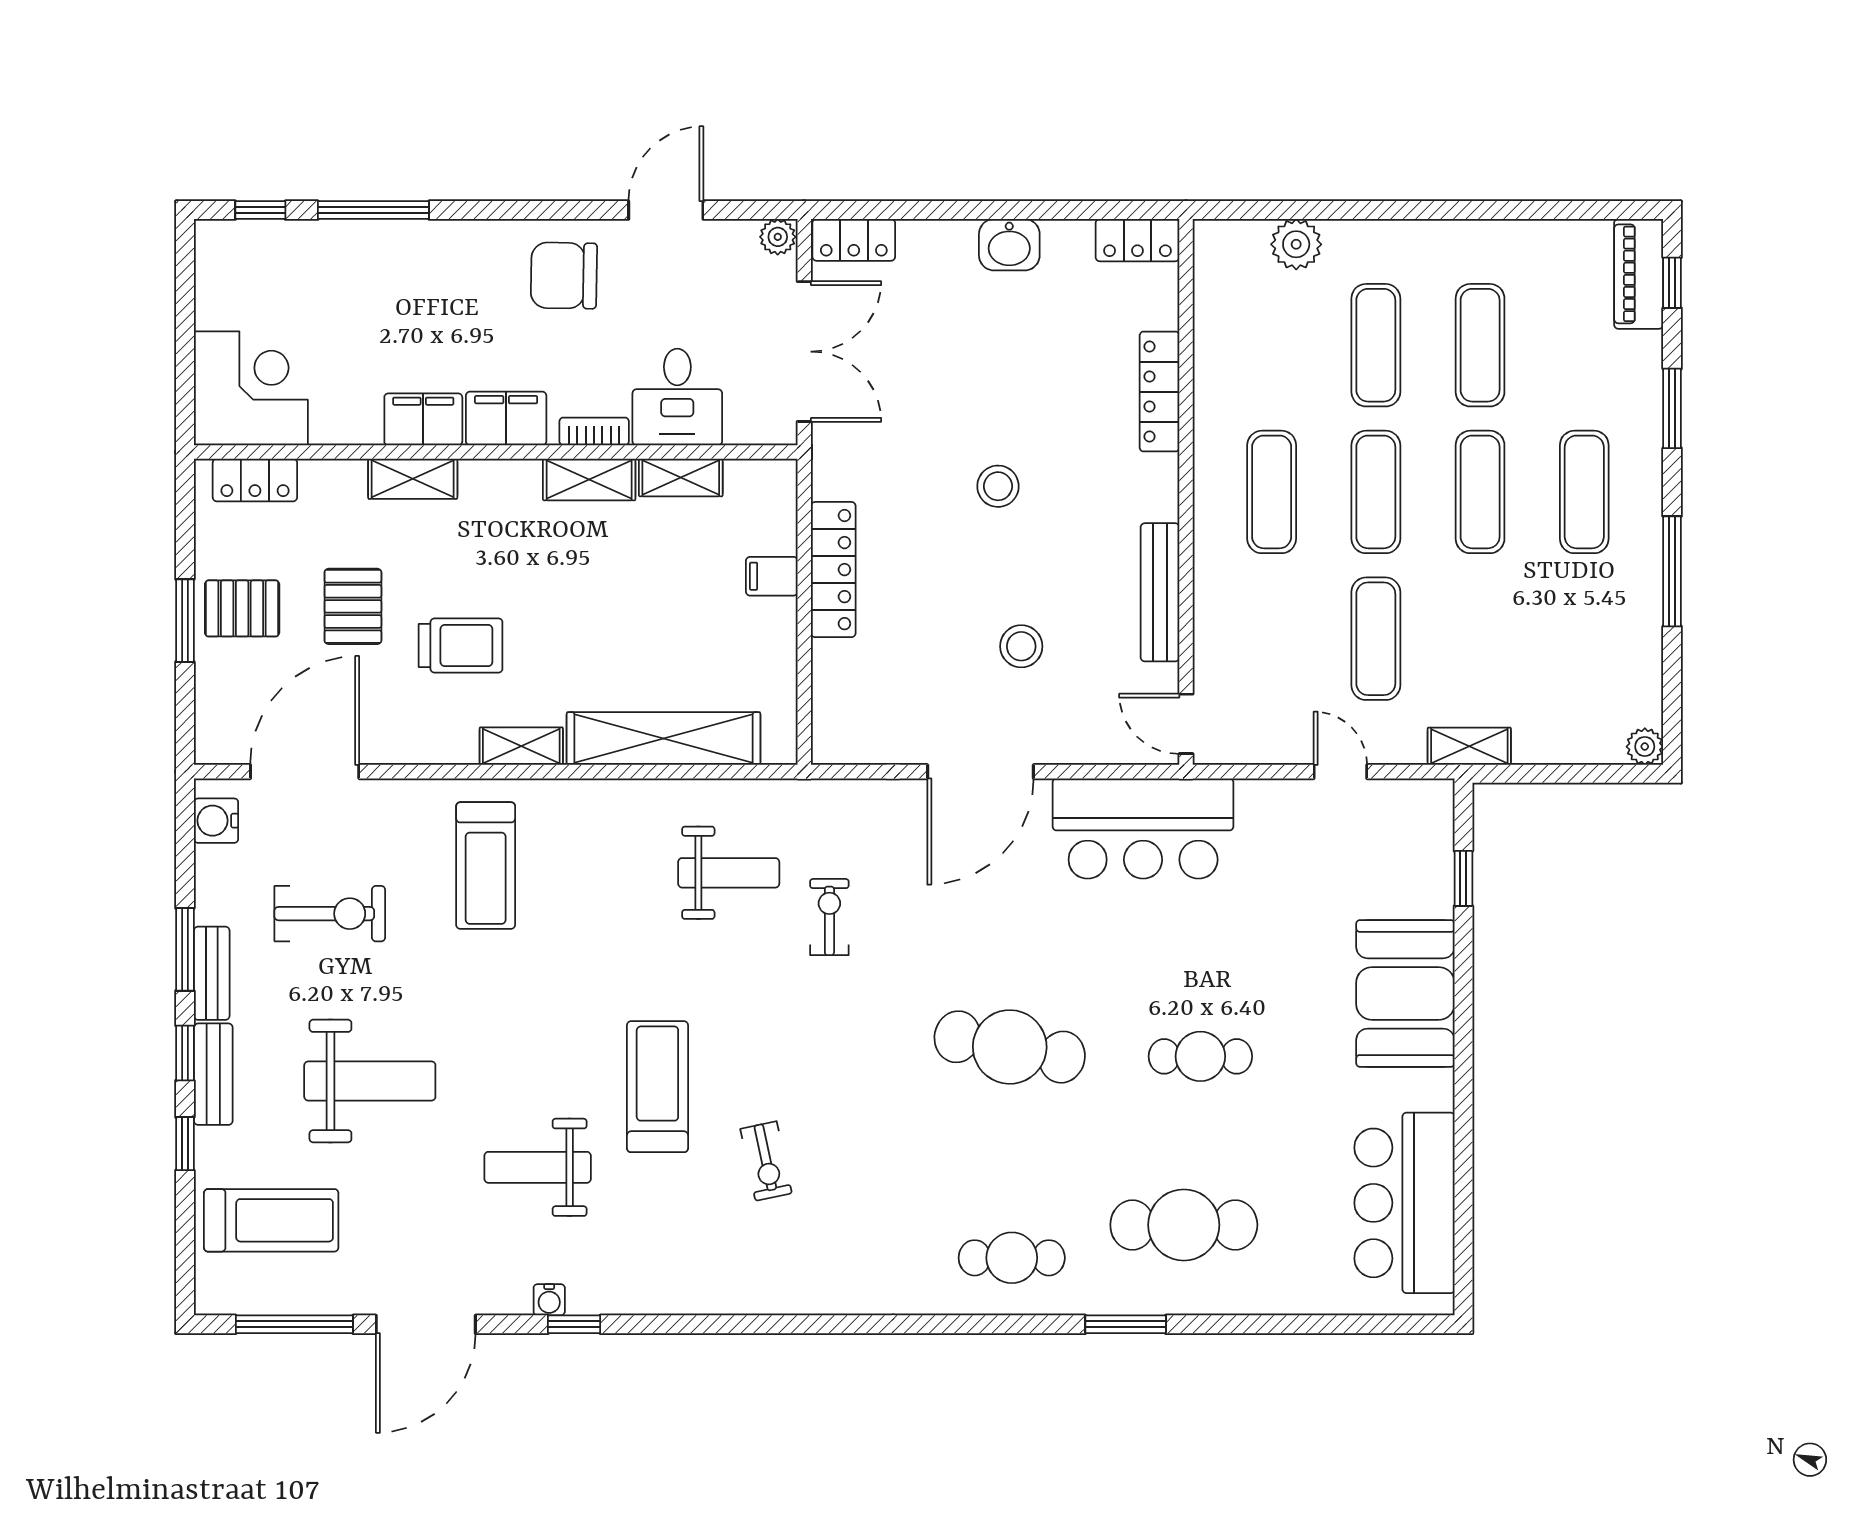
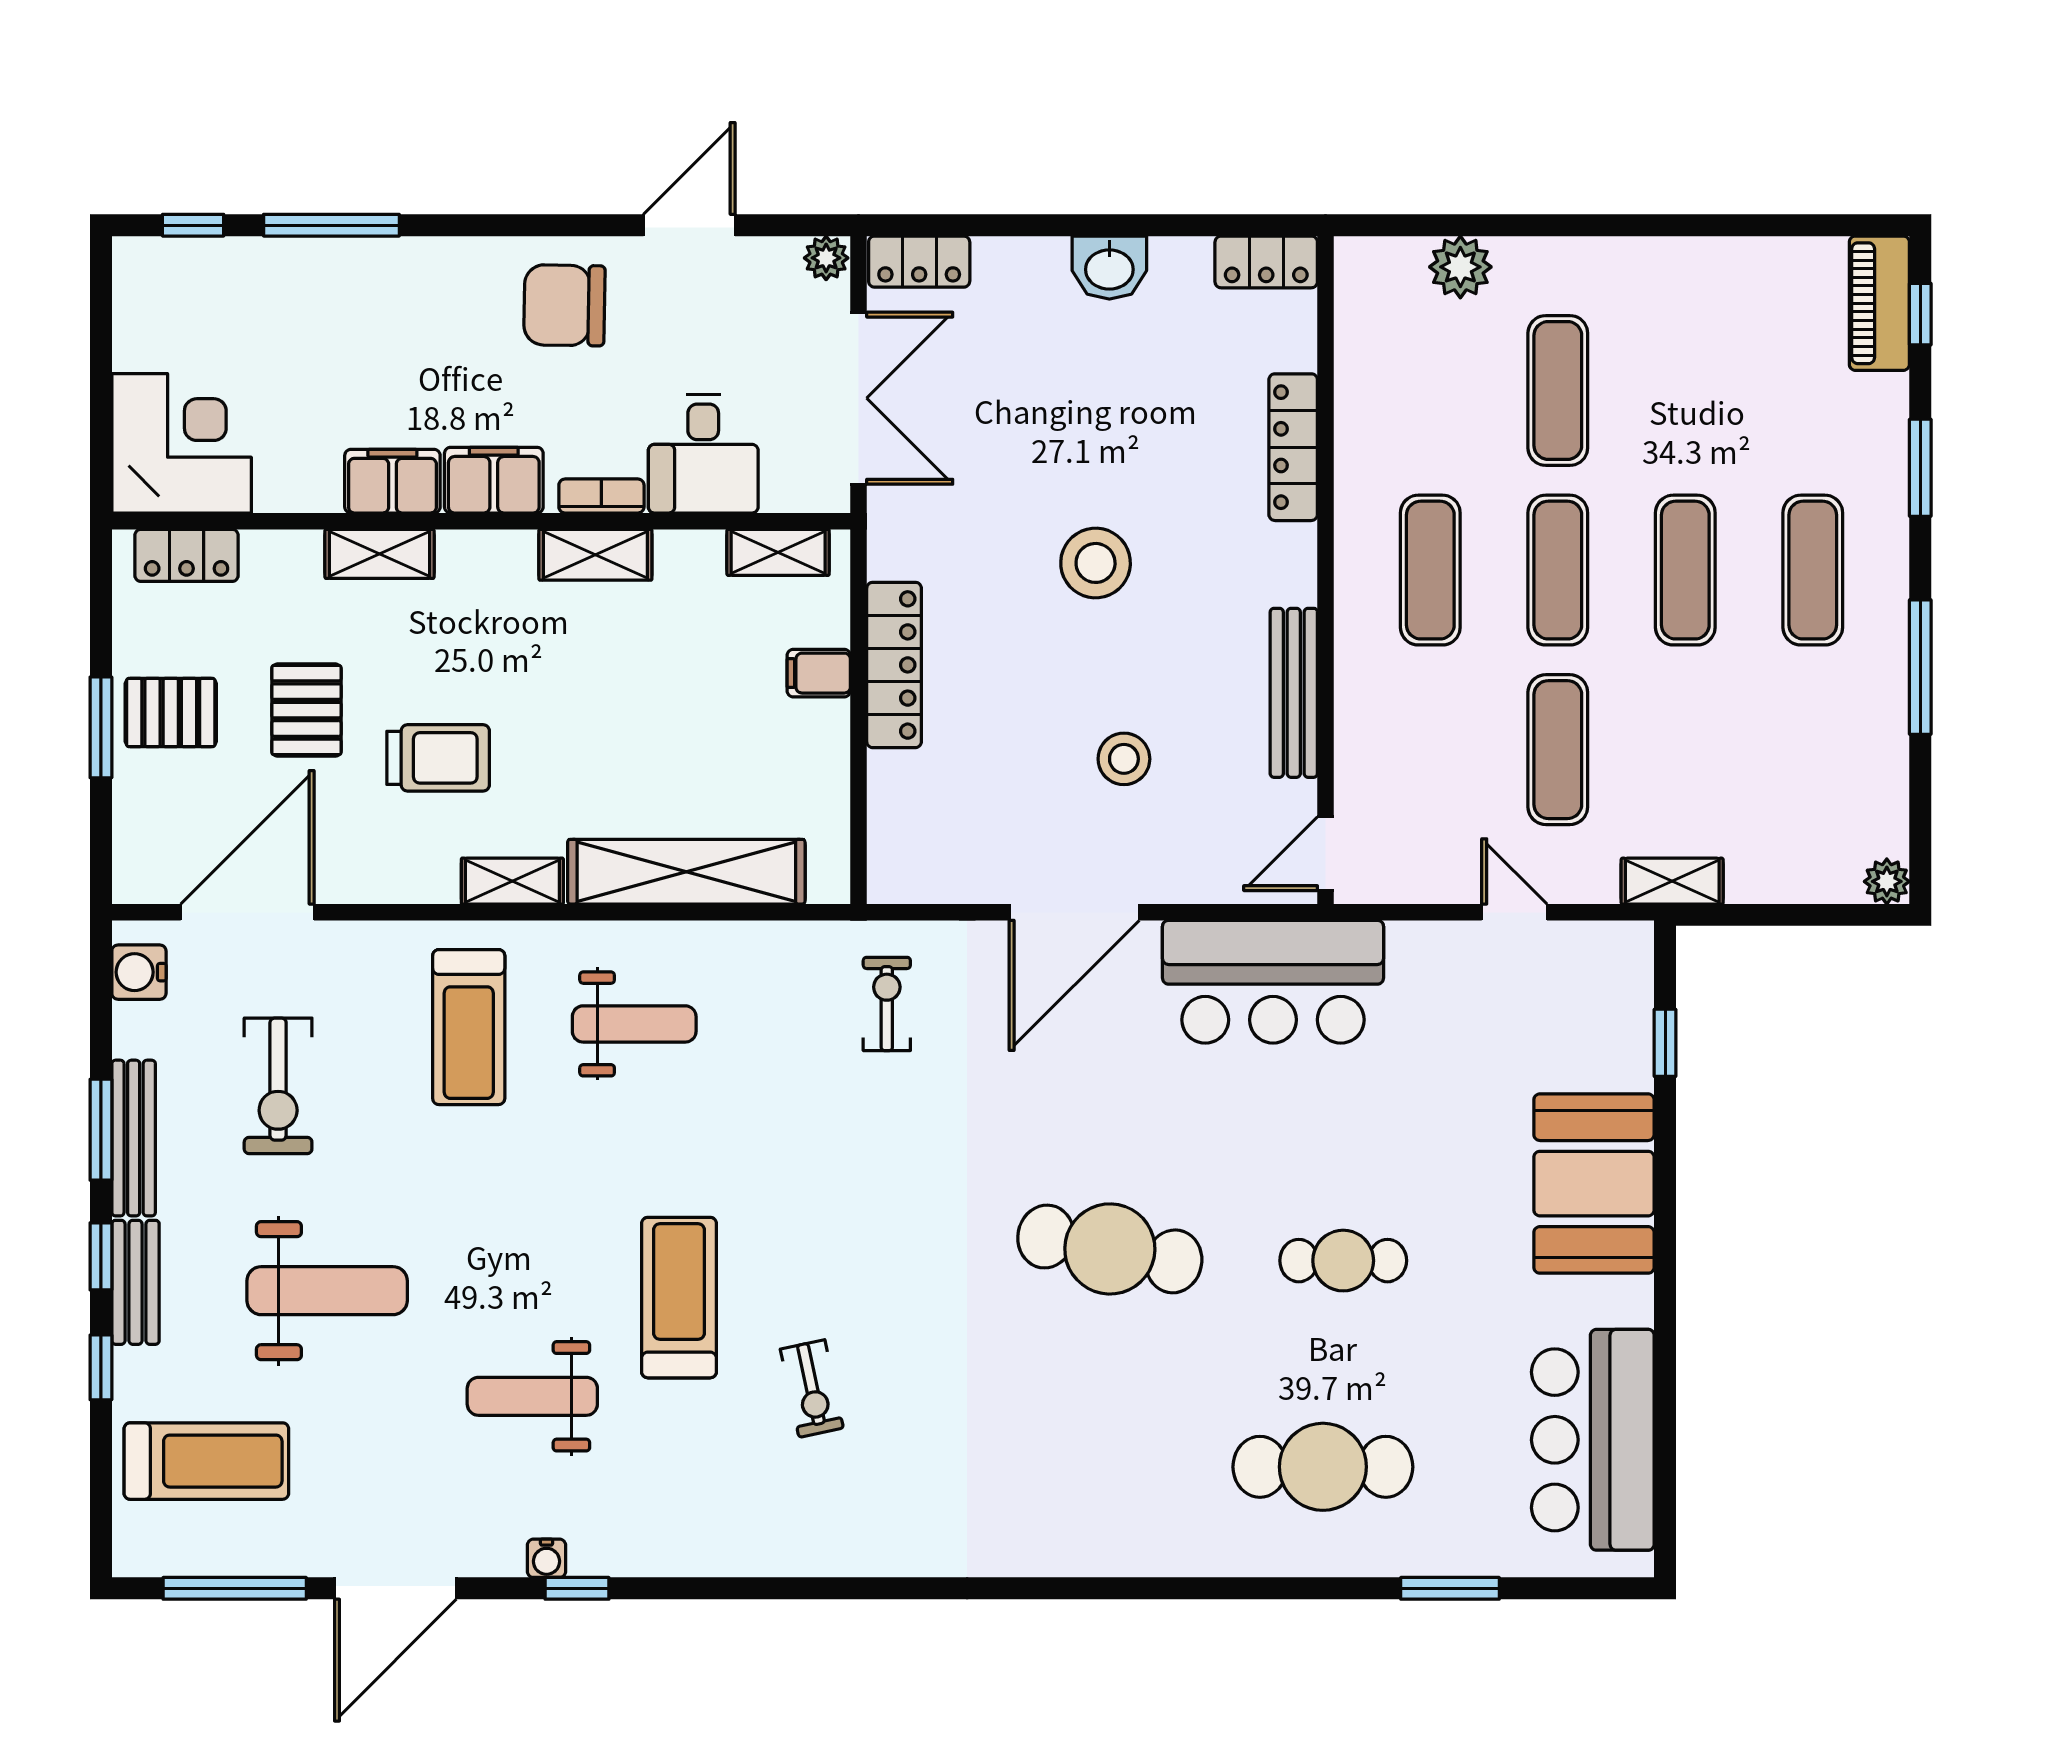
exercise mat: (1480, 345) -> (1685, 390), removed
shelving: (681, 477) -> (778, 552), moved
stool: (998, 486) -> (1096, 563), width x1.38, depth x1.38
door: (1186, 724) -> (1326, 854), hinge flipped
weight bench: (729, 873) -> (634, 1024), moved
exercise bike: (330, 914) -> (278, 1086), turned 90
exercise bike: (829, 917) -> (887, 1004), moved
bench: (212, 973) -> (134, 1138), width x1.36
cafe table: (1012, 1258) -> (1112, 1507), removed
window: (1126, 1324) -> (1450, 1588), moved

